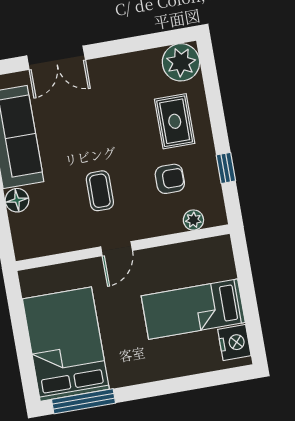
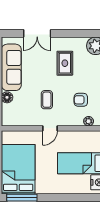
rug: (175, 121) -> (65, 63), moved
armchair: (170, 179) -> (81, 100), turned 180

